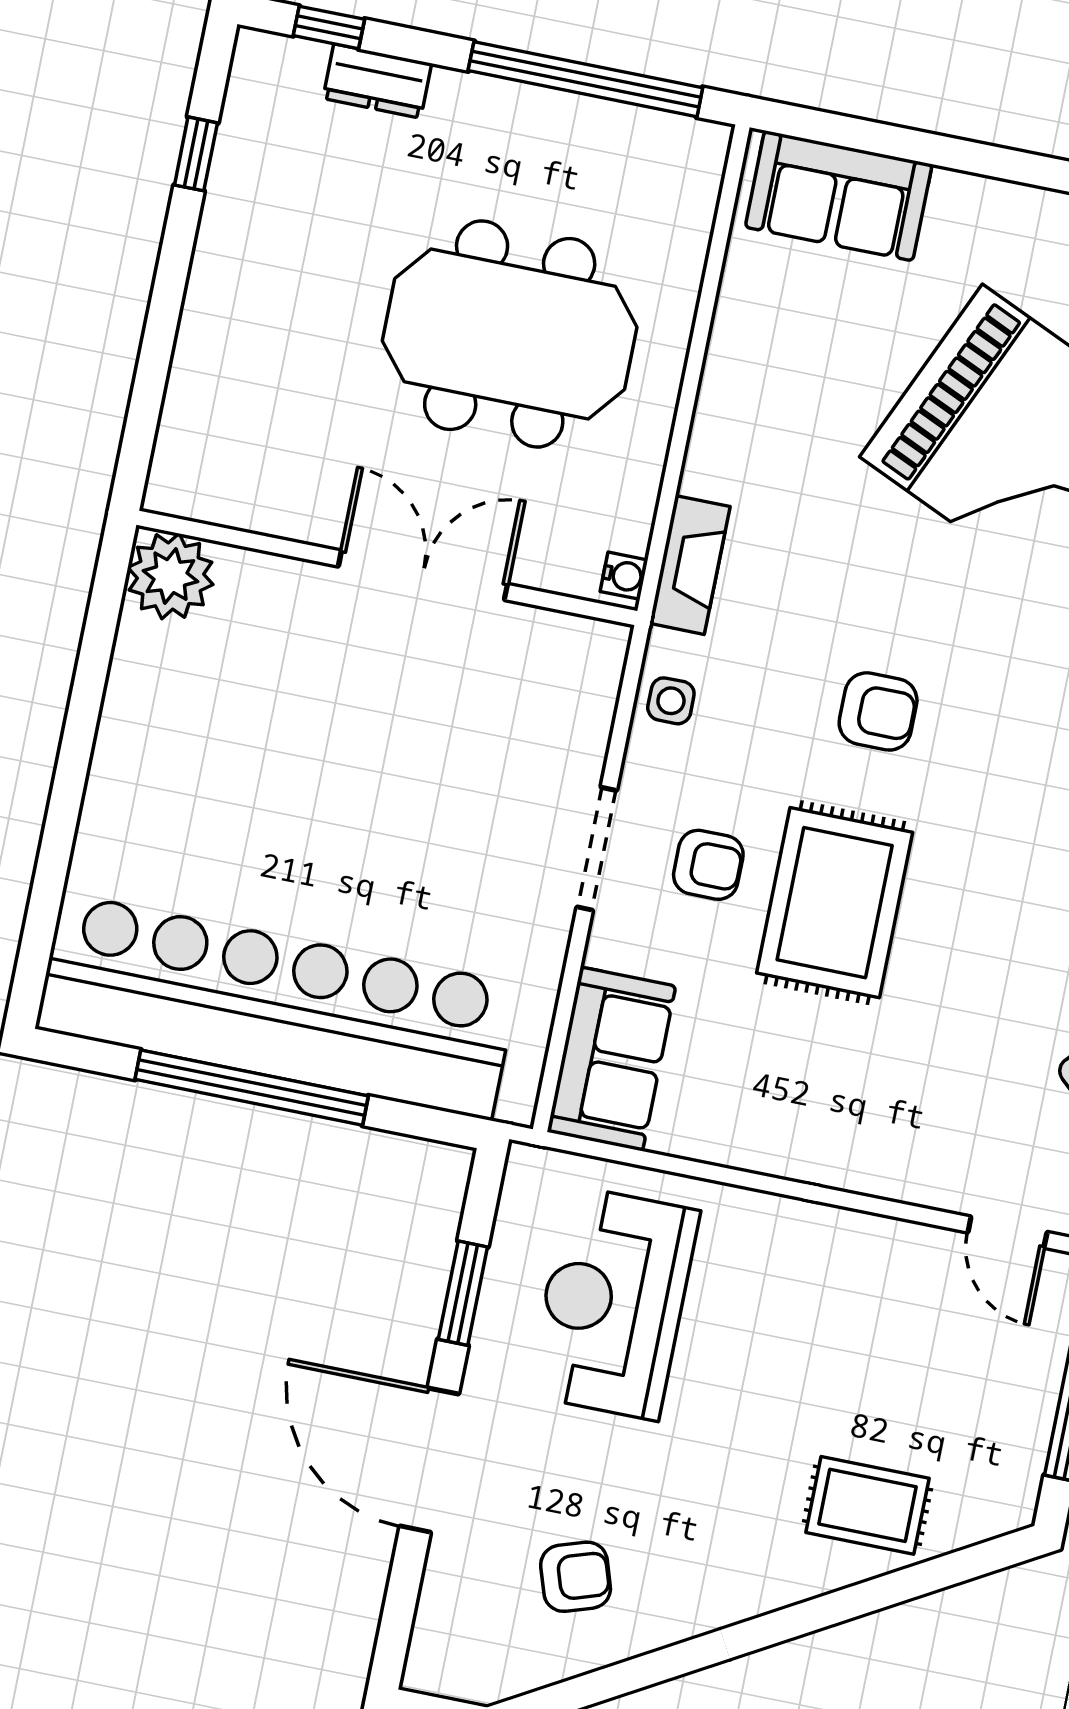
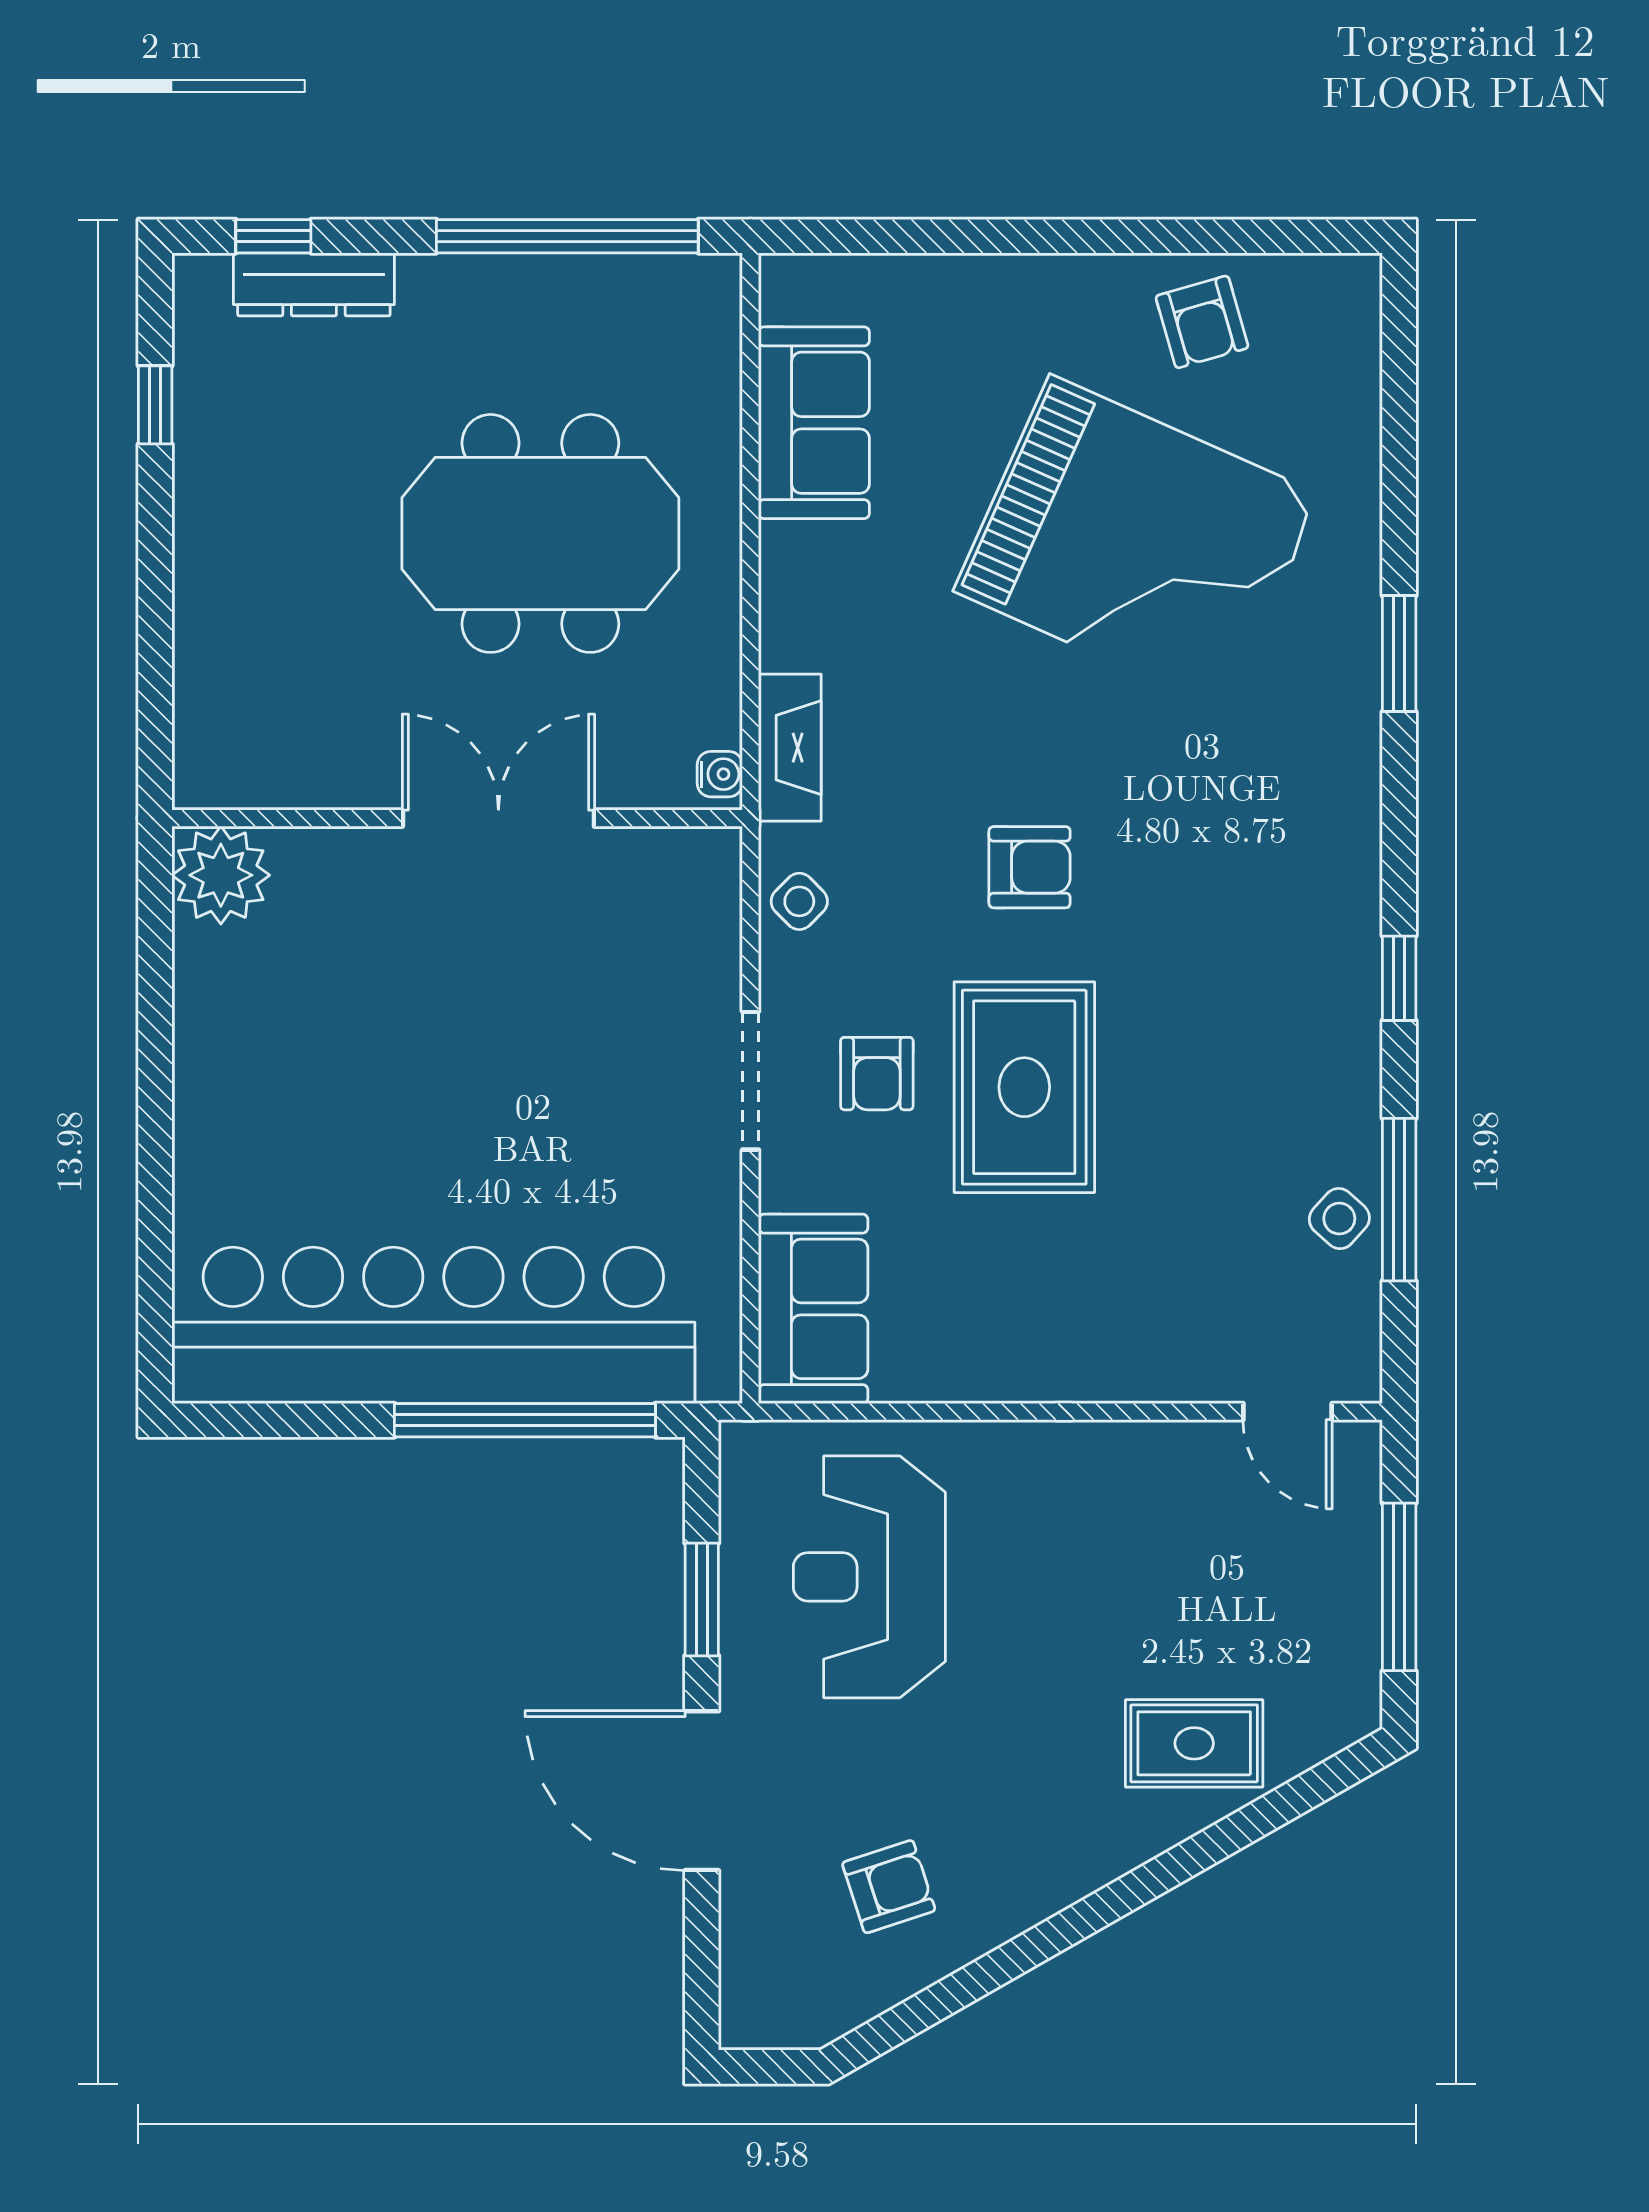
dresser: (377, 81) -> (314, 284), width x1.44
sofa: (839, 196) -> (814, 423), moved, turned -90
side table: (671, 701) -> (799, 901), turned 45
armchair: (708, 865) -> (877, 1074), turned 90
window: (252, 1088) -> (525, 1420), moved

